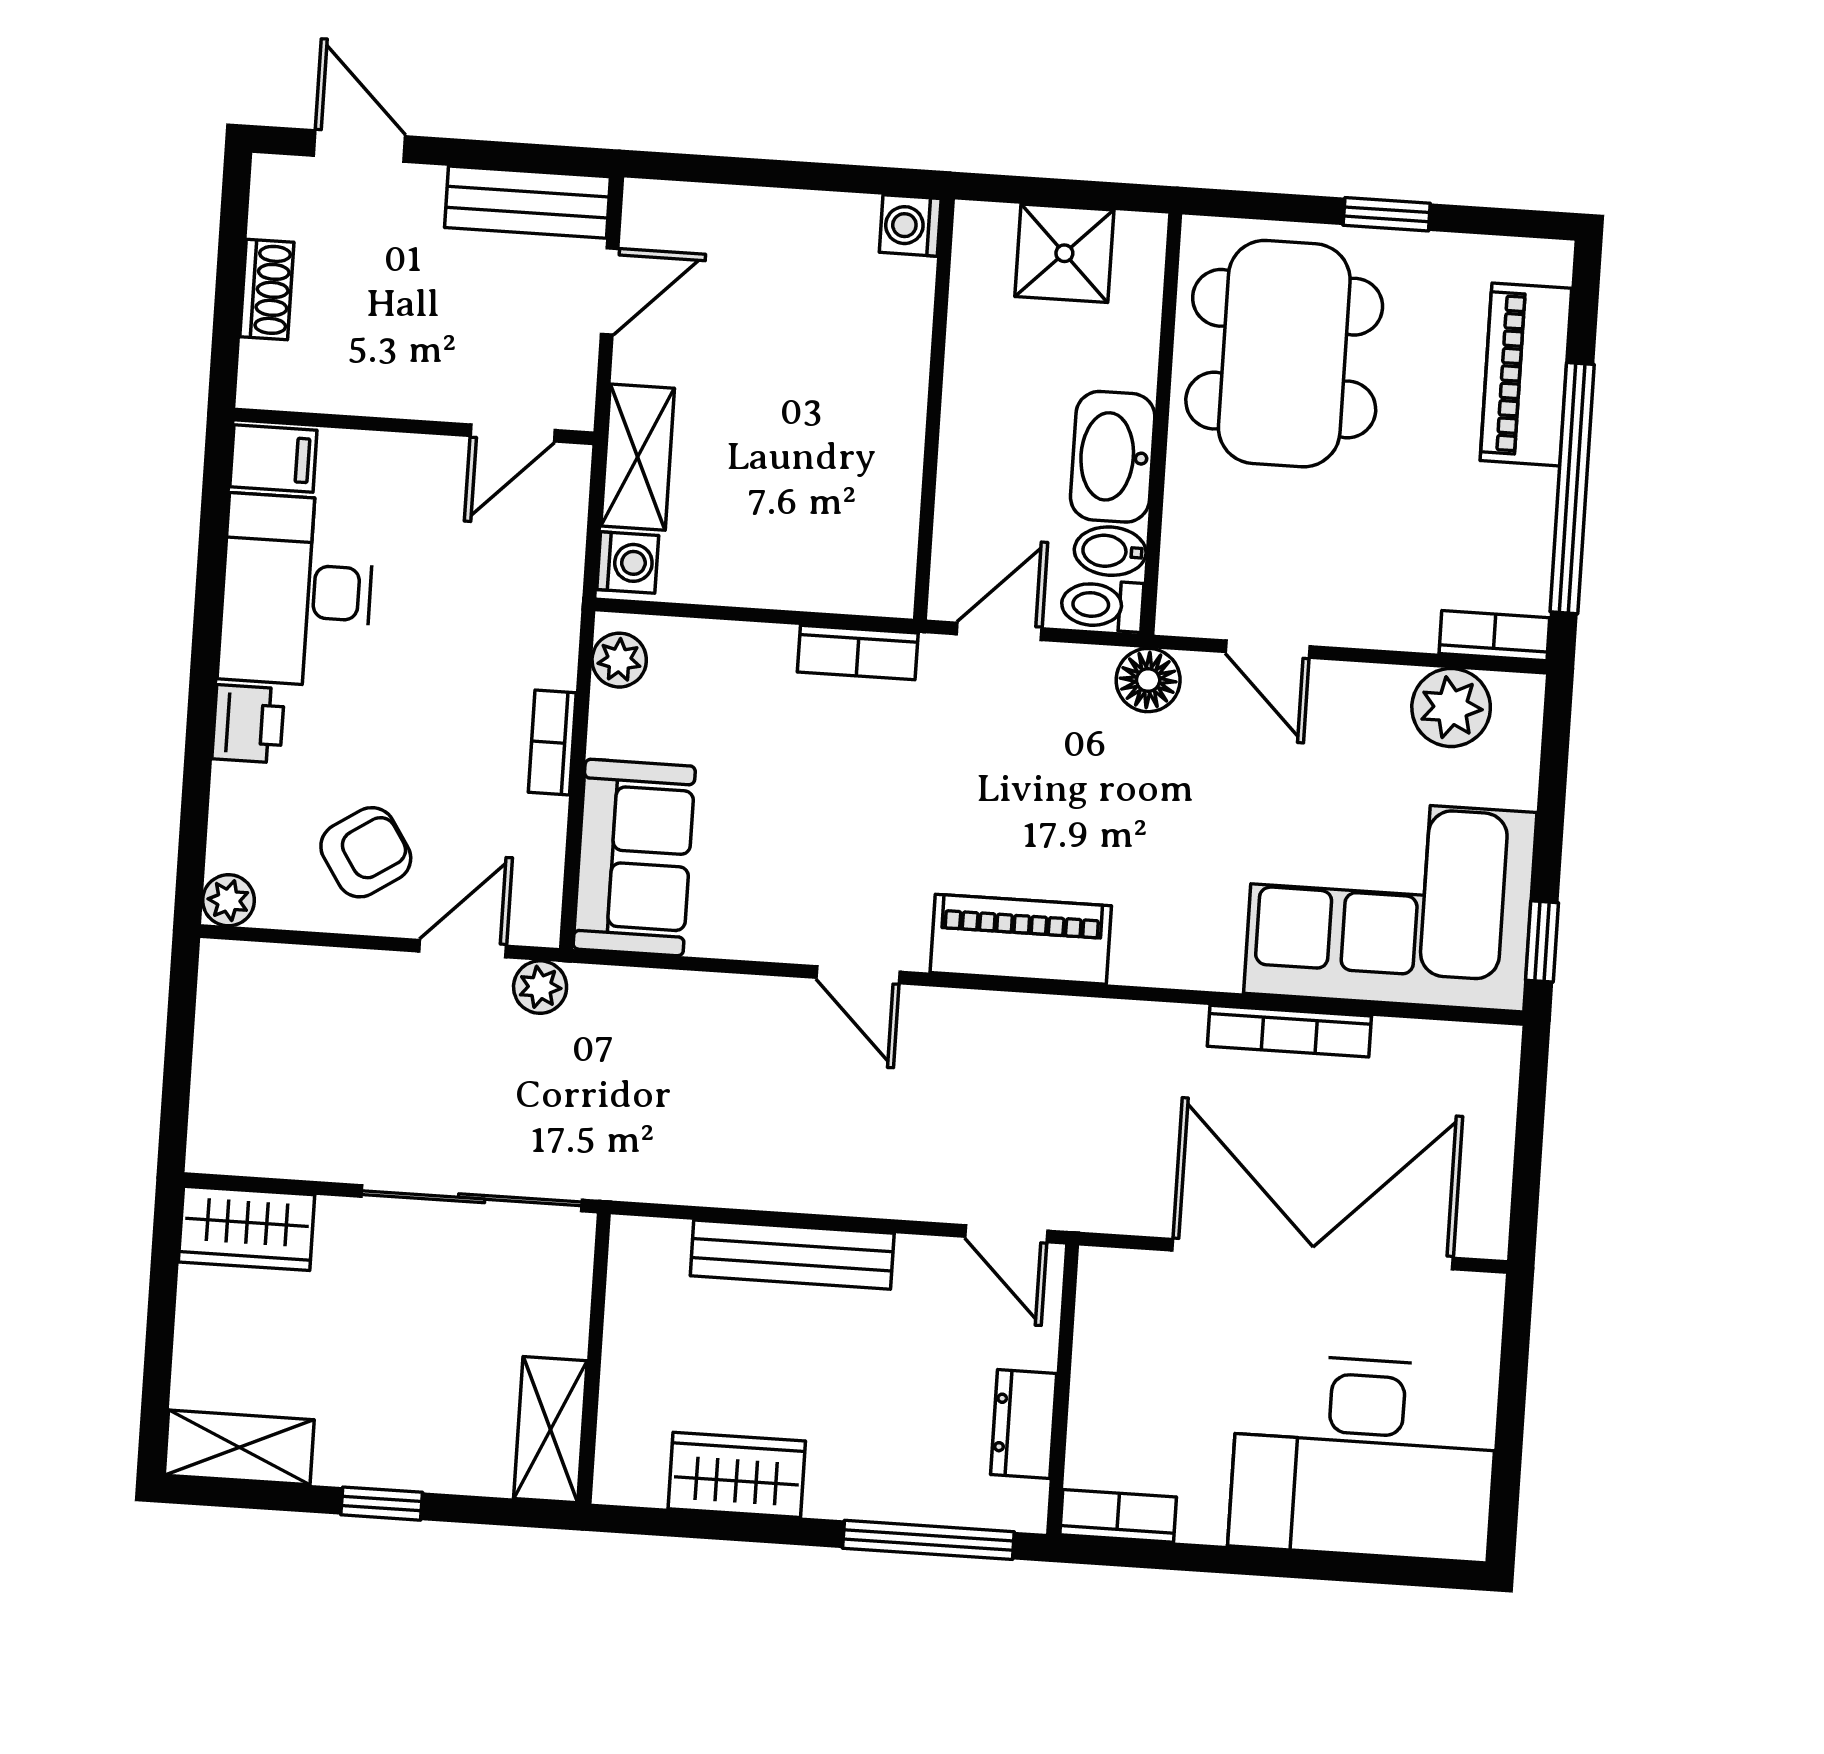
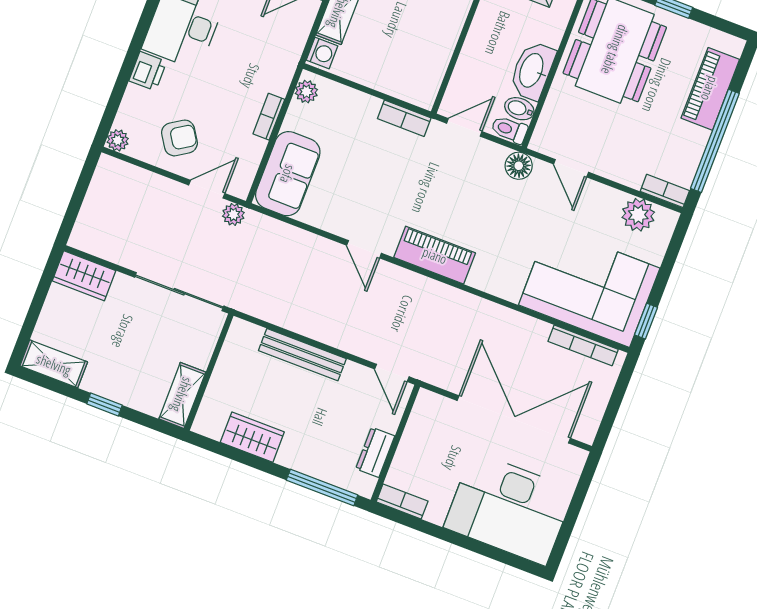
bookcase: (1289, 1031) -> (583, 345), moved

